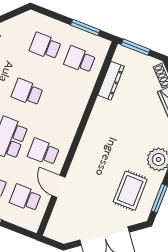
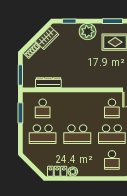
school desk: (45, 46) -> (43, 134), width x1.85
school desk: (27, 92) -> (77, 134), width x1.85

